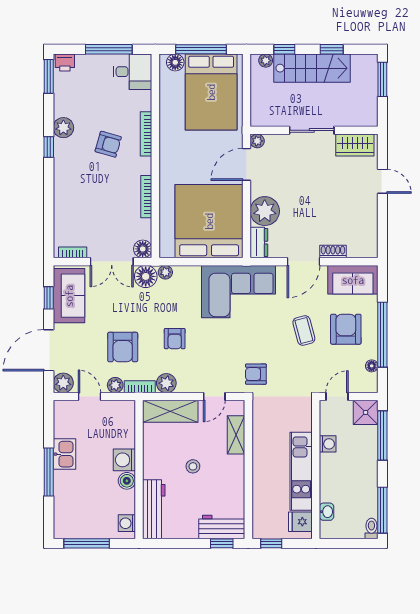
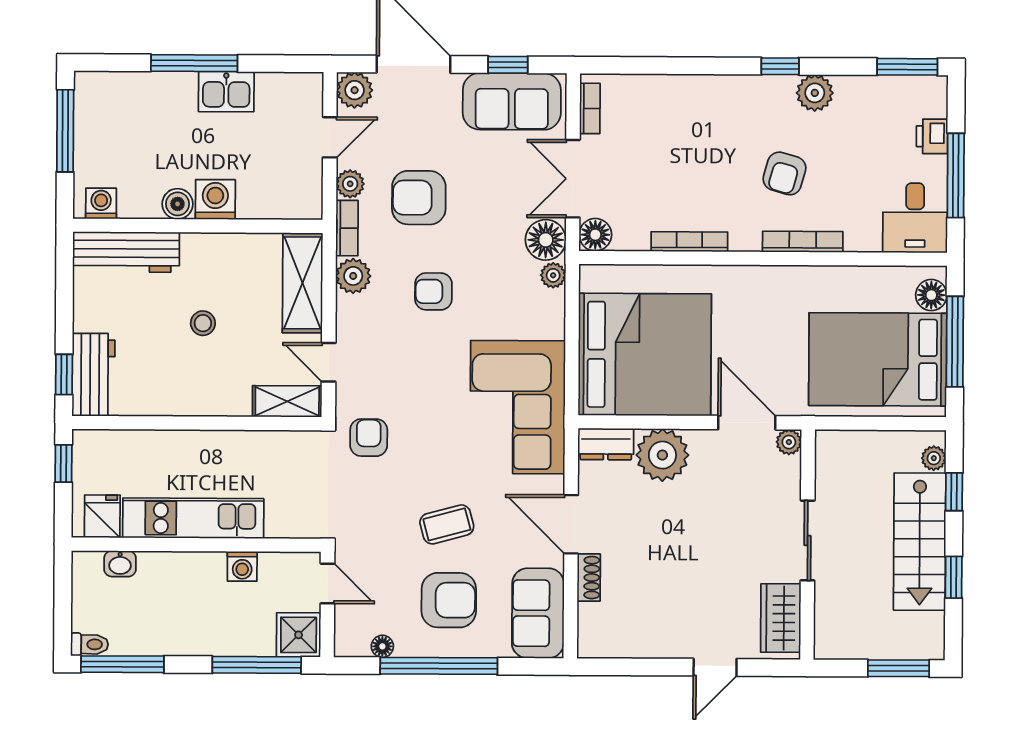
printer: (65, 62) -> (932, 136), moved
shelving: (236, 435) -> (287, 401), moved

